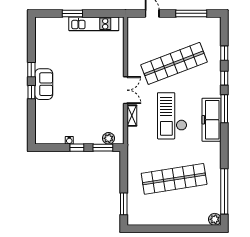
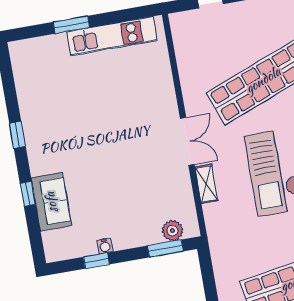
sofa: (44, 84) -> (51, 202), moved
window: (31, 92) -> (28, 194), moved
window: (77, 148) -> (96, 261), moved

